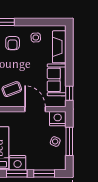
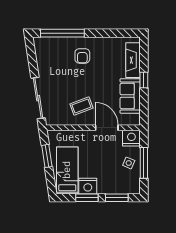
side table: (36, 37) -> (108, 50), removed
window: (69, 93) -> (144, 80), moved

